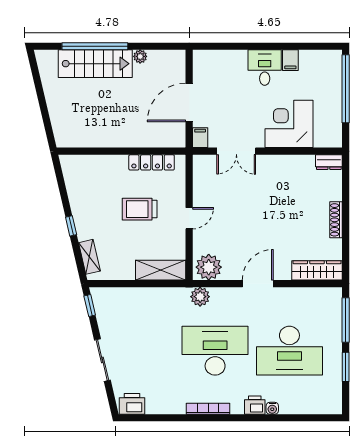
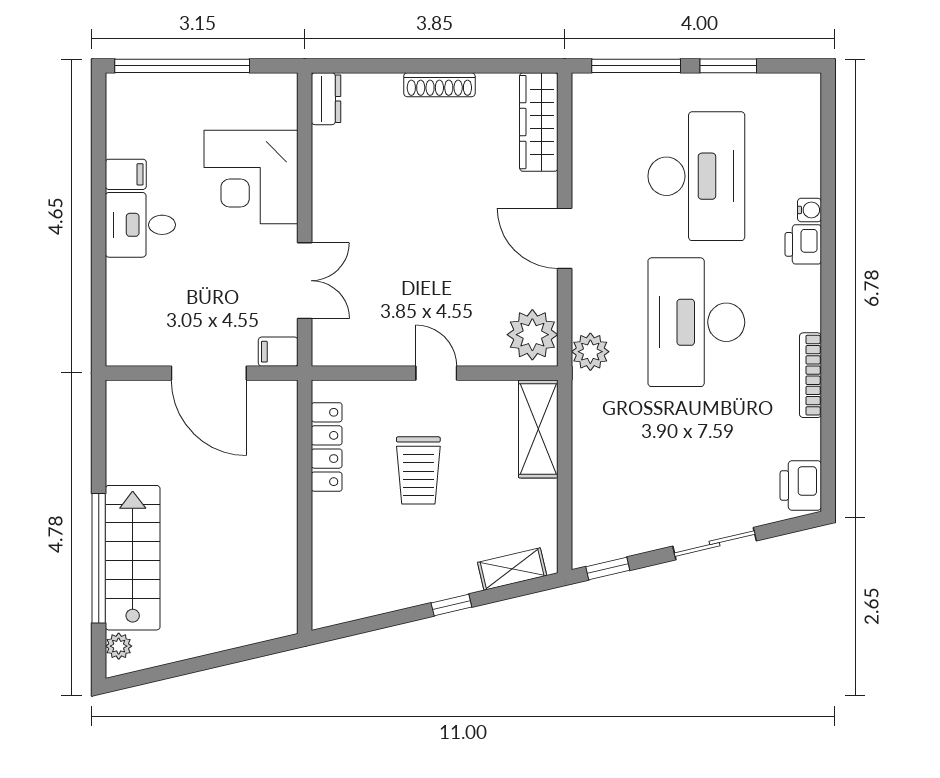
plant: (140, 56) -> (119, 646), moved
bookcase: (208, 409) -> (810, 375), moved

